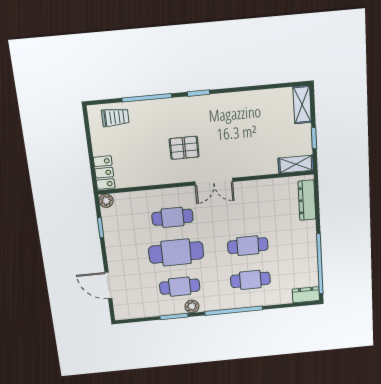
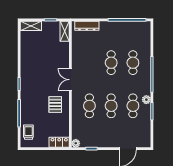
pallet: (184, 148) -> (55, 104), moved
double door: (214, 182) -> (70, 80), swing flipped
cafe table: (176, 252) -> (111, 106), width x0.73, depth x0.74
dresser: (306, 295) -> (146, 29), removed

